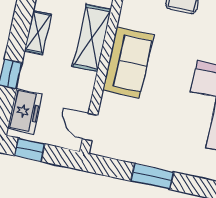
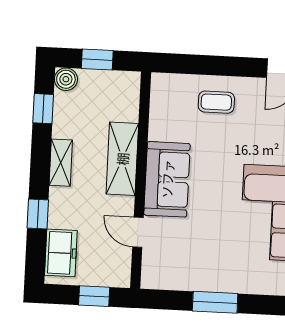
door: (90, 127) -> (138, 232), moved
window: (30, 150) -> (94, 296), moved

